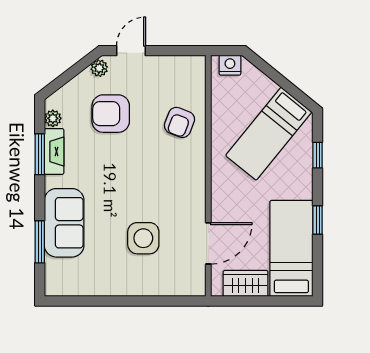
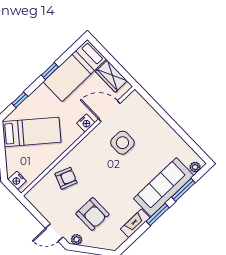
plant: (53, 118) -> (195, 167), moved
window: (40, 154) -> (158, 214), moved
nightstand: (220, 204) -> (86, 123), added
sofa: (64, 223) -> (164, 187), width x1.36
side table: (143, 238) -> (122, 143), moved

